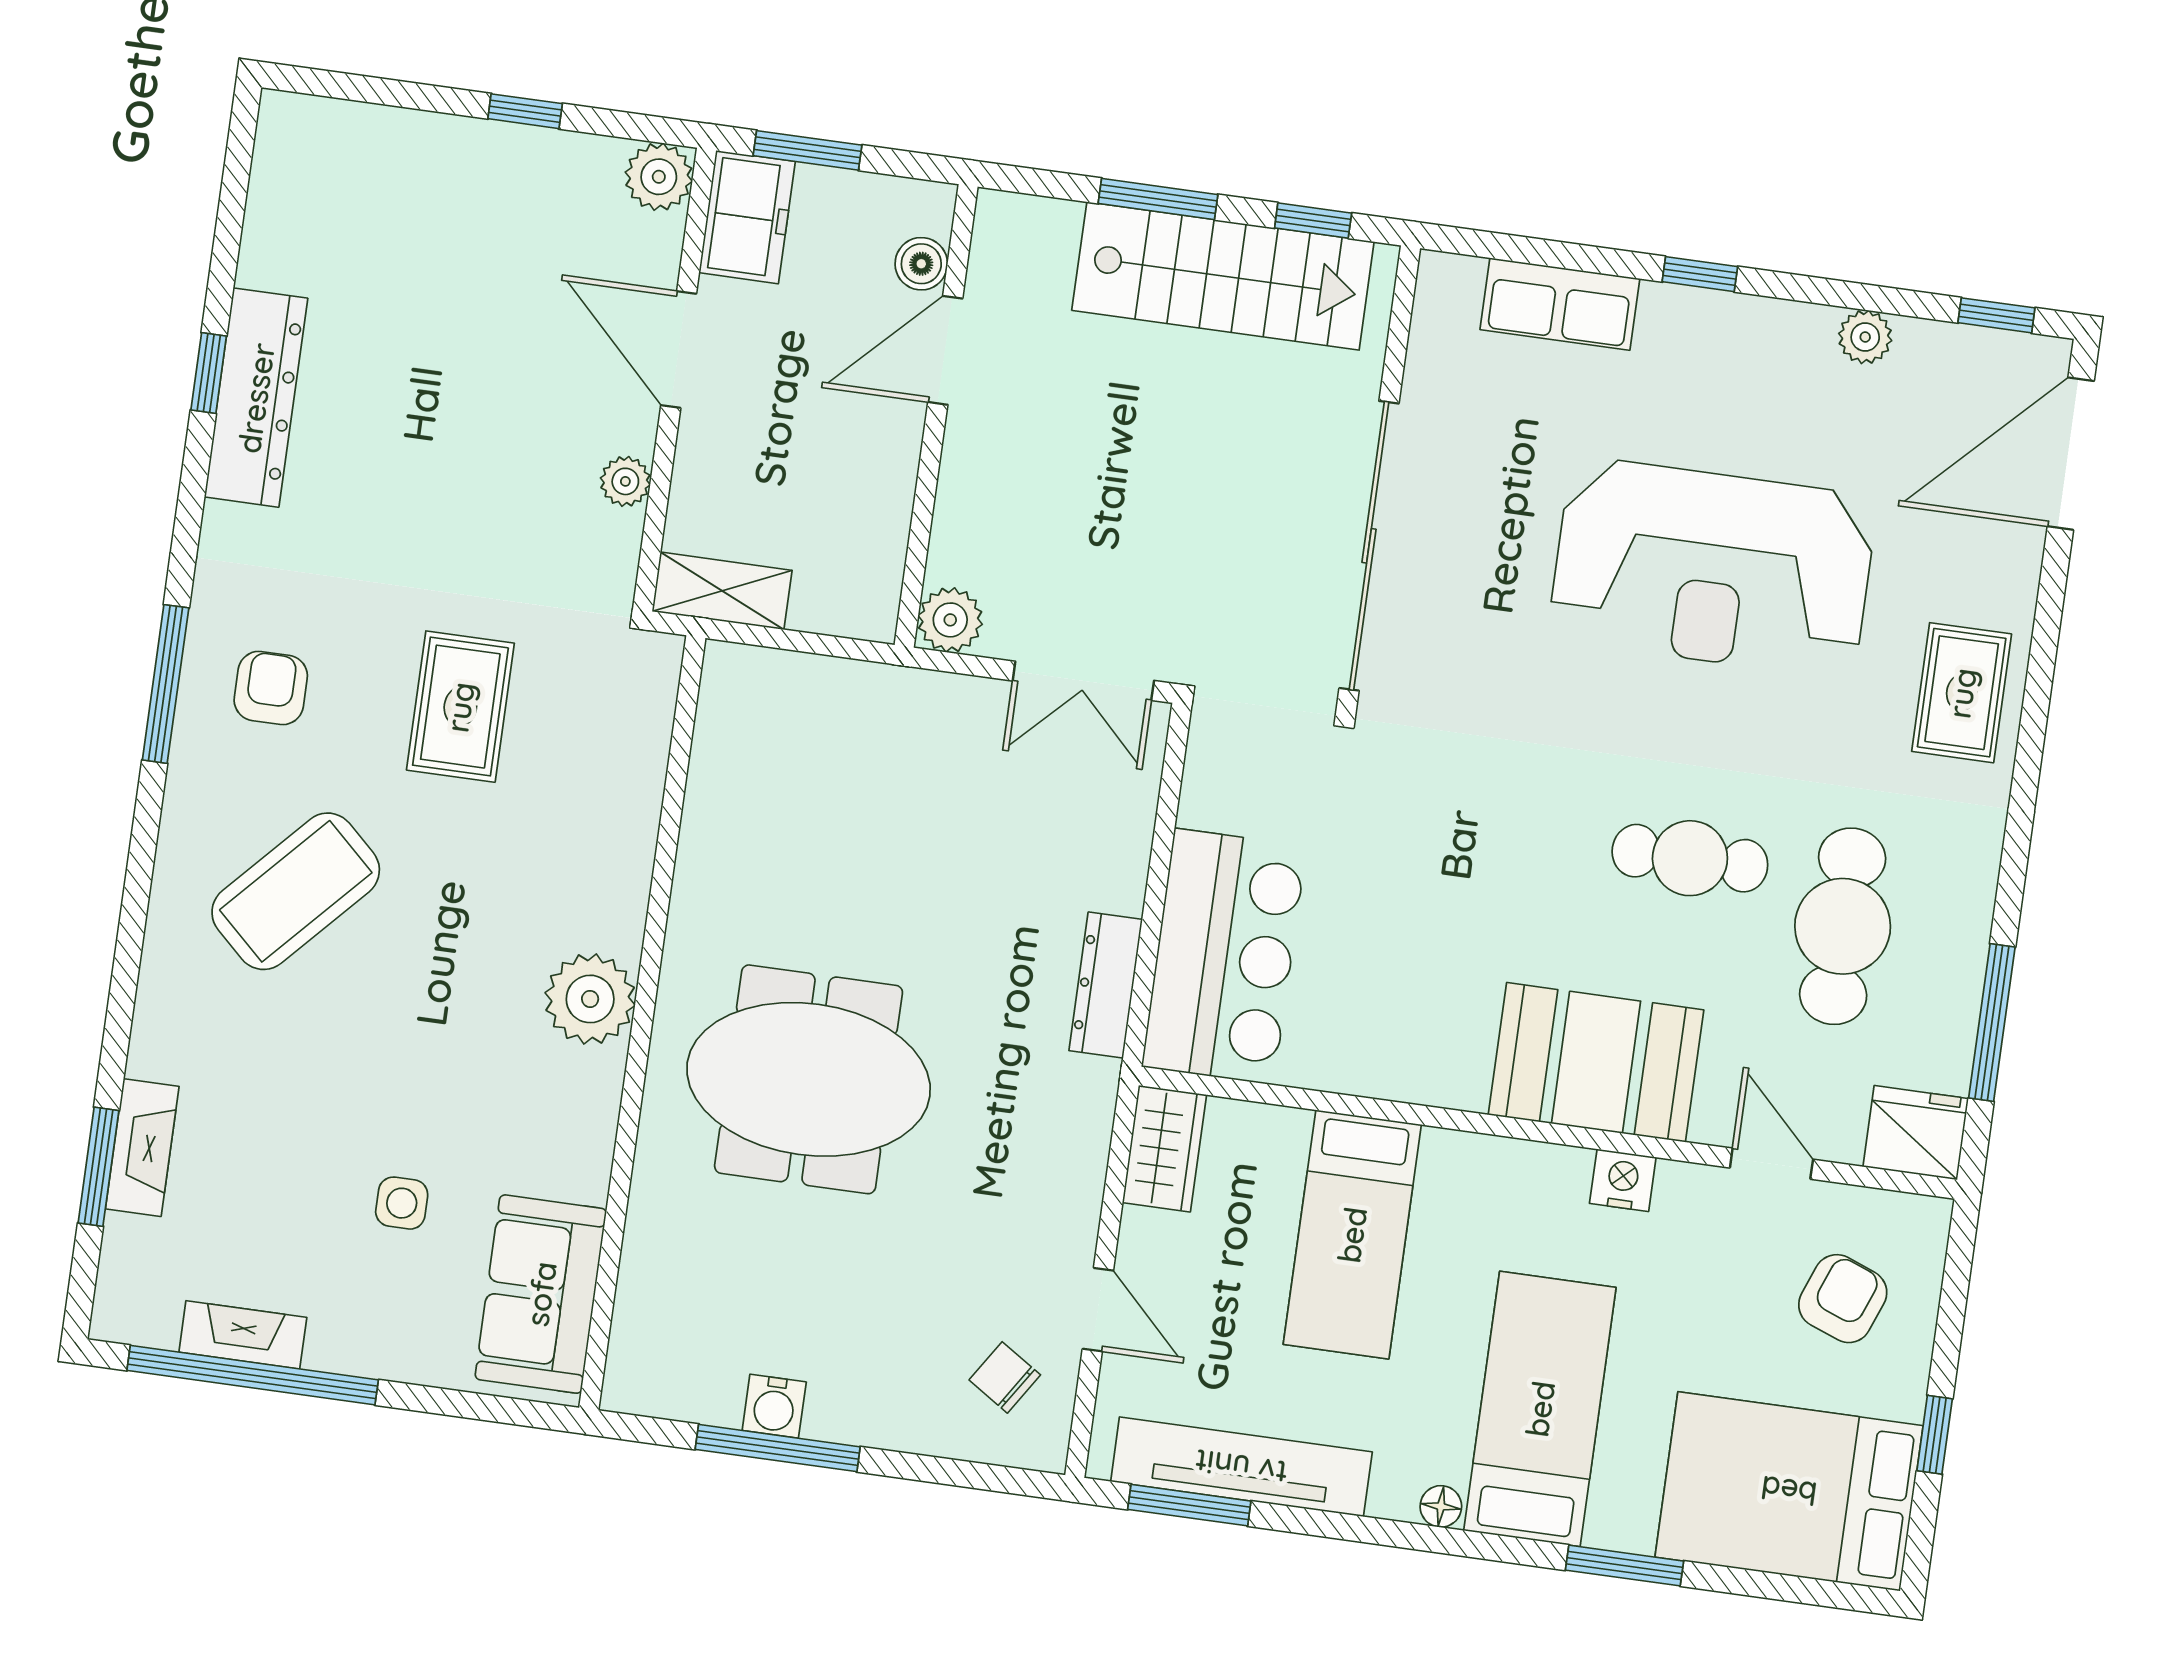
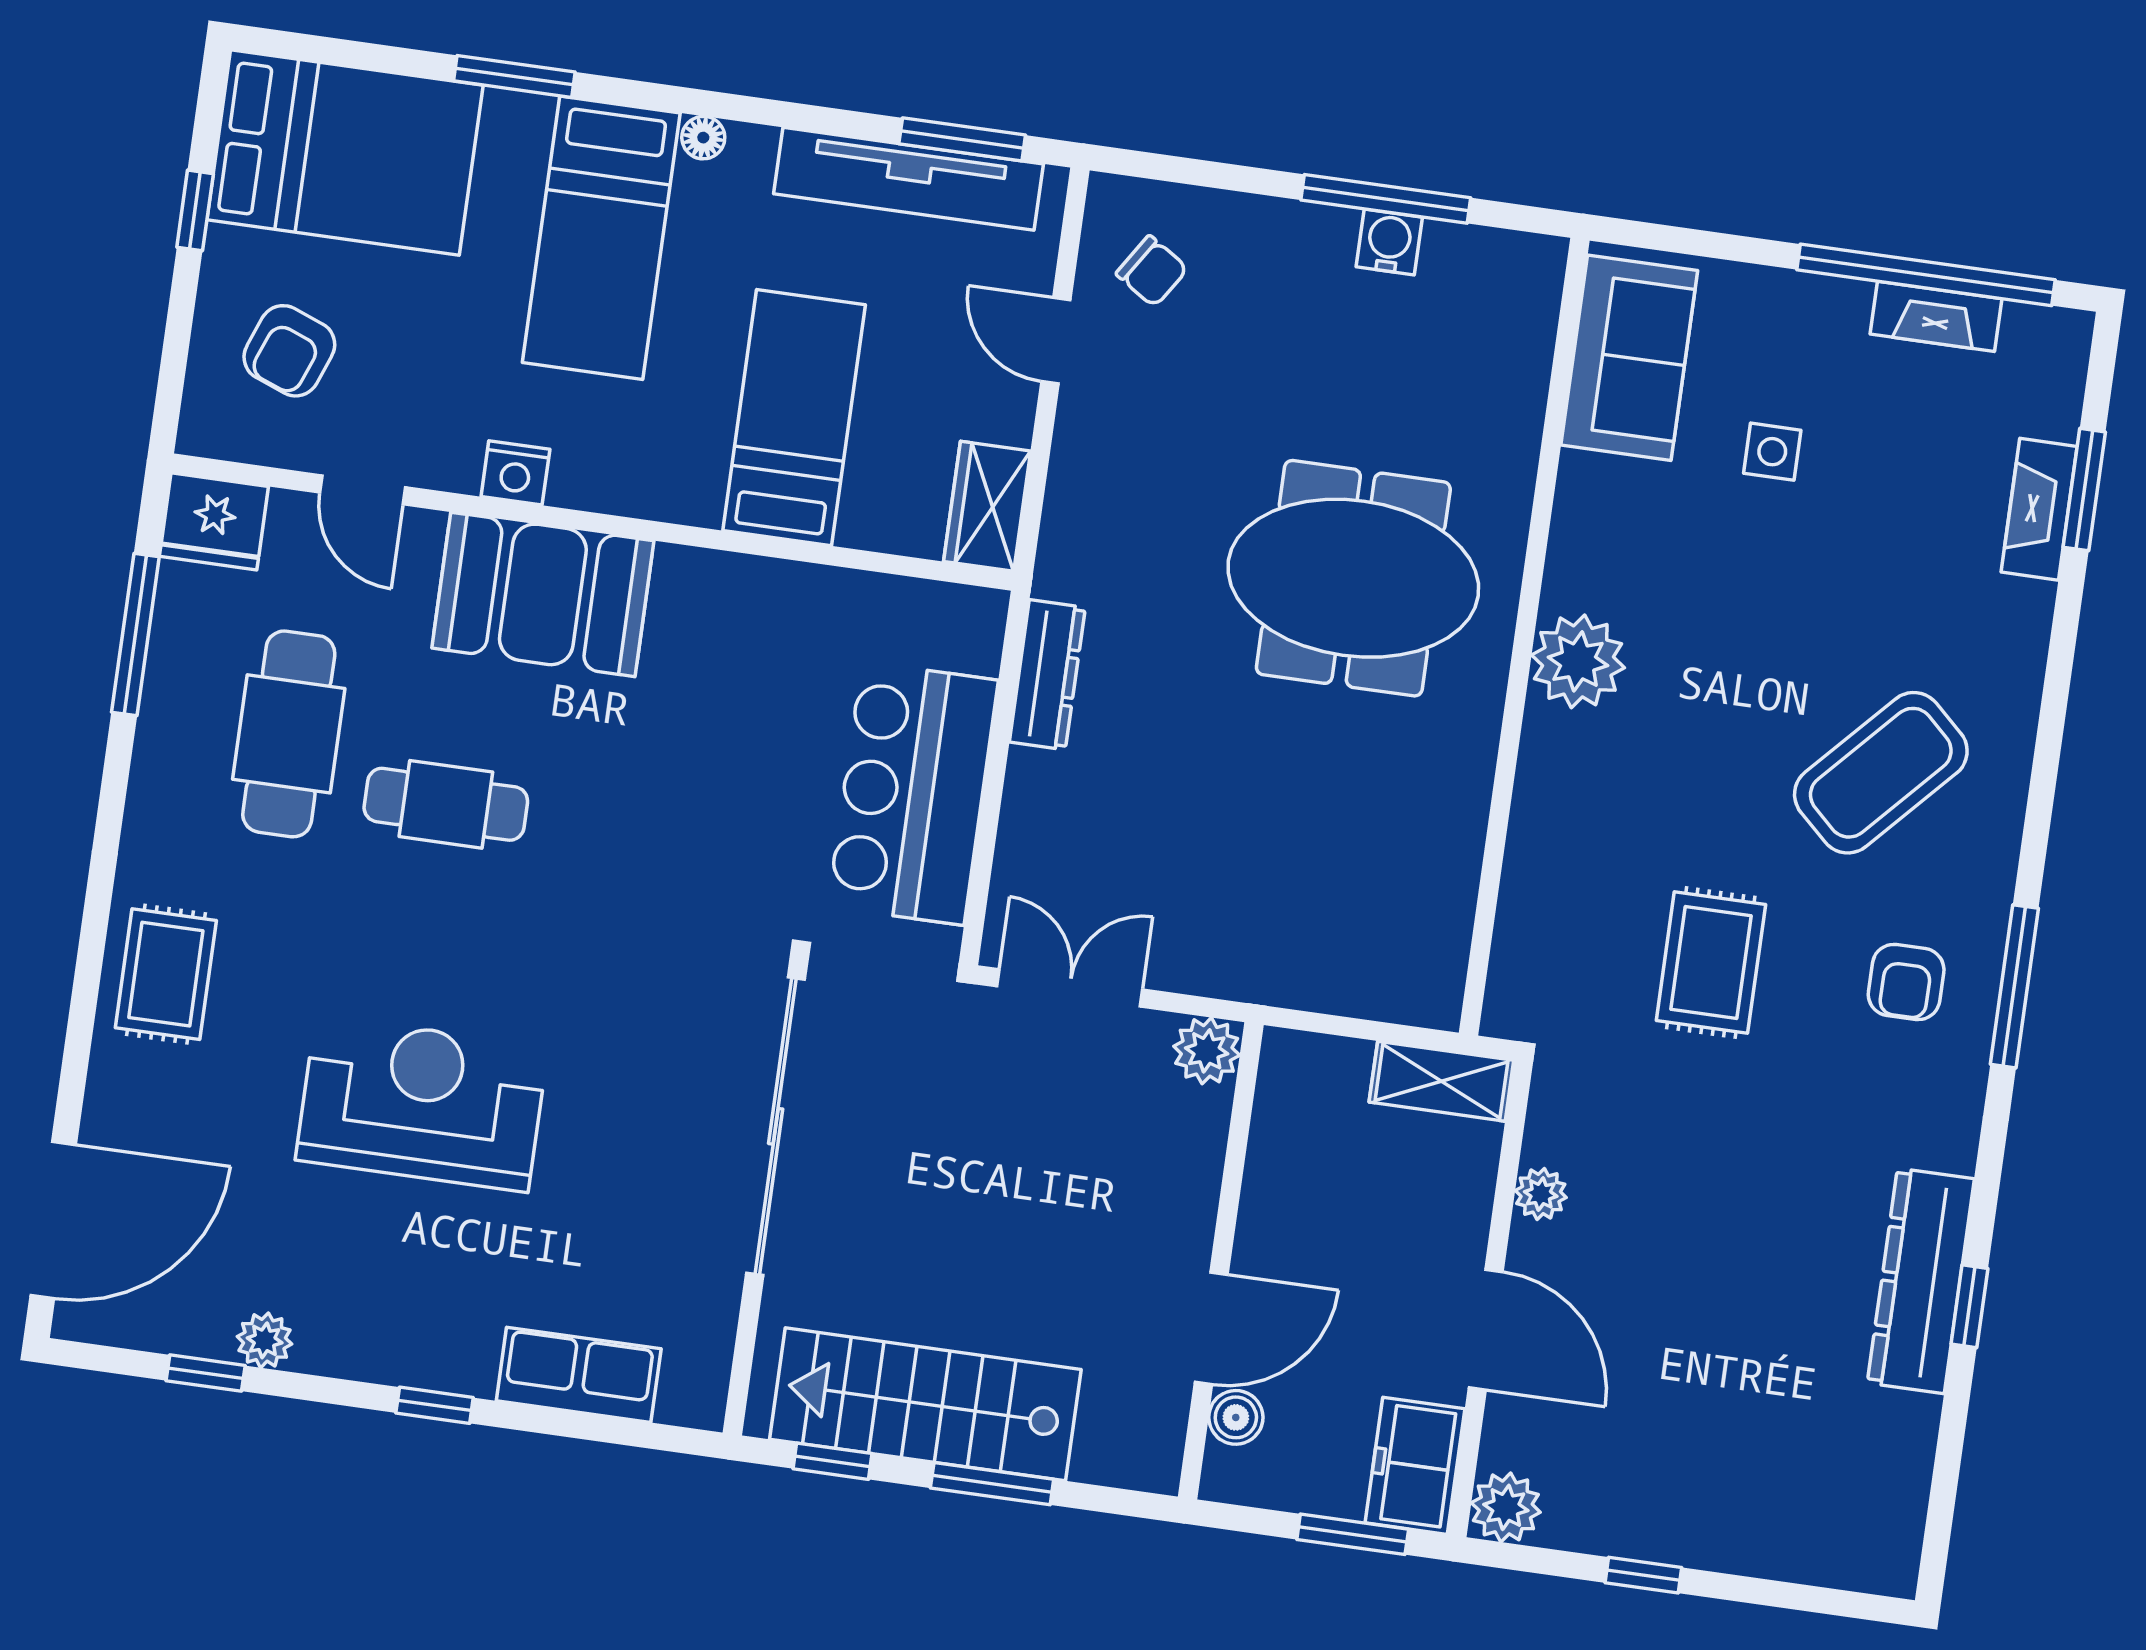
window: (1996, 315) -> (206, 1373), moved
reception desk: (1713, 568) -> (422, 1103), width x0.74, depth x0.77
bar counter: (1224, 956) -> (913, 793), moved

